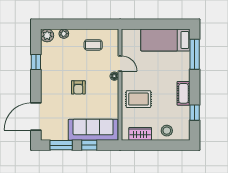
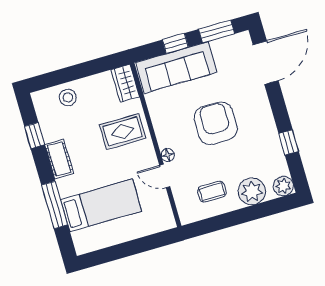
plant: (64, 34) -> (252, 191), width x1.87, depth x1.87
bed: (165, 40) -> (101, 205), moved
window: (195, 54) -> (55, 205), moved
armchair: (78, 87) -> (216, 123), width x1.88, depth x1.88
wardrobe: (140, 134) -> (125, 83), moved, turned 90

